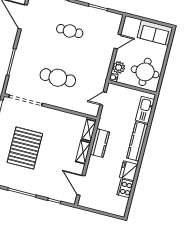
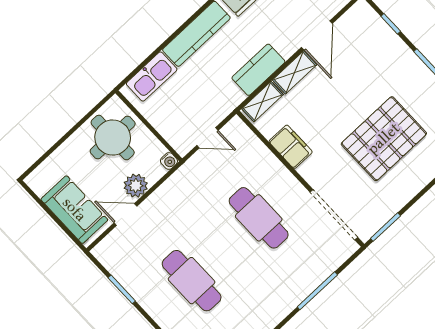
cafe table: (70, 31) -> (192, 281), width x1.37, depth x1.35
sofa: (155, 33) -> (74, 210), moved
plant: (119, 67) -> (136, 186), moved
filing cabinet: (64, 118) -> (291, 147), added
door: (81, 185) -> (317, 35), moved

